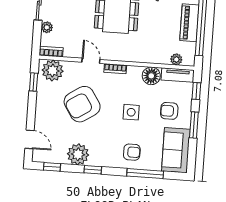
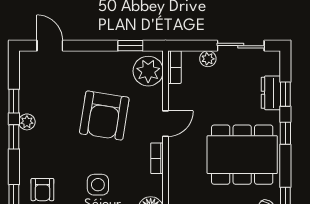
armchair: (82, 104) -> (104, 115), turned -138
door: (29, 139) -> (50, 46), swing flipped
plant: (78, 154) -> (27, 122), width x0.53, depth x0.53
window: (52, 167) -> (14, 101), moved

